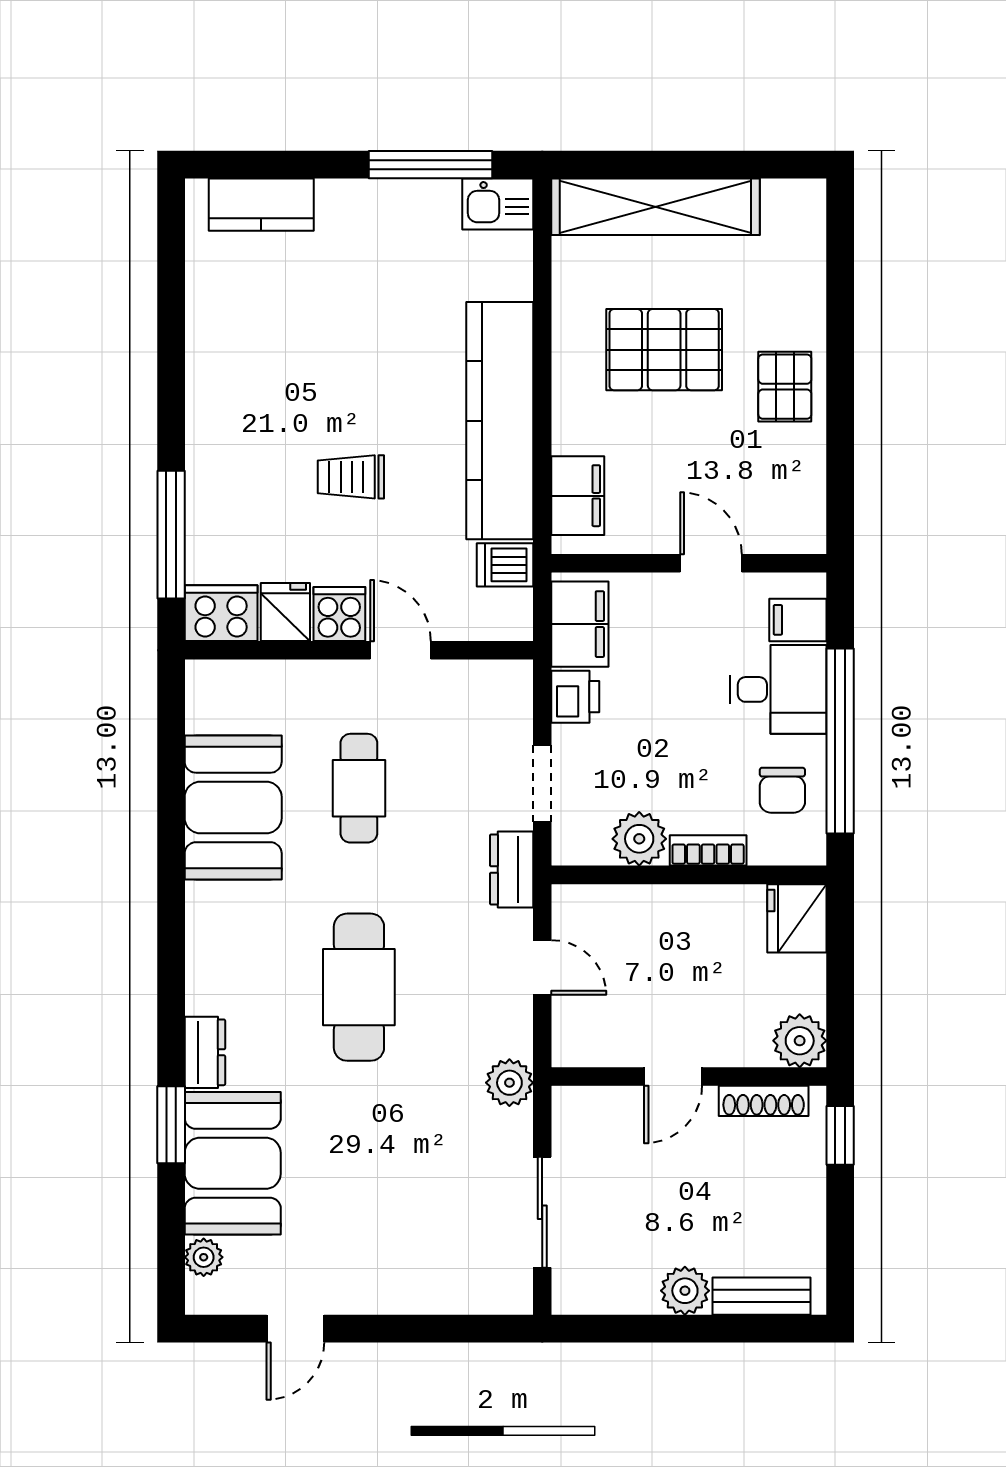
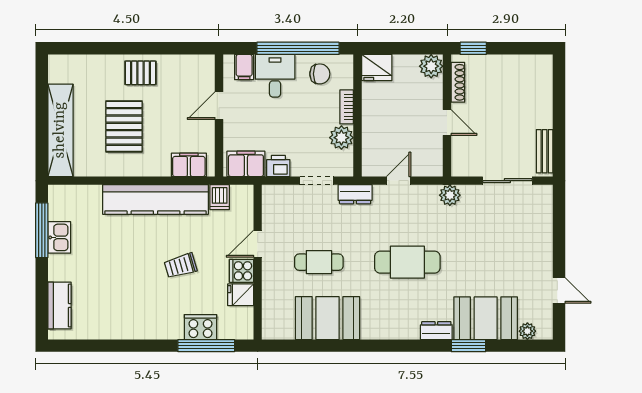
kitchen sink: (498, 204) -> (59, 237), moved
trolley: (351, 477) -> (181, 266), turned 74
cooker: (221, 613) -> (200, 327), moved, turned 90
plant: (685, 1291) -> (542, 117), removed
bench: (762, 1296) -> (545, 151), moved

